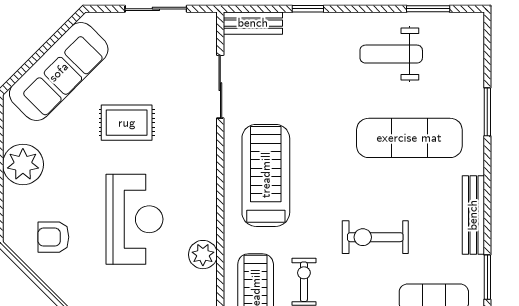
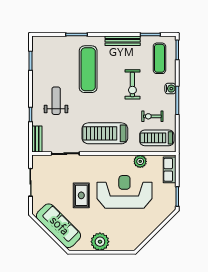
weight bench: (391, 54) -> (56, 101), moved, turned 180
reception desk: (134, 219) -> (124, 192), width x1.36, depth x1.30
armchair: (53, 237) -> (132, 228), removed

